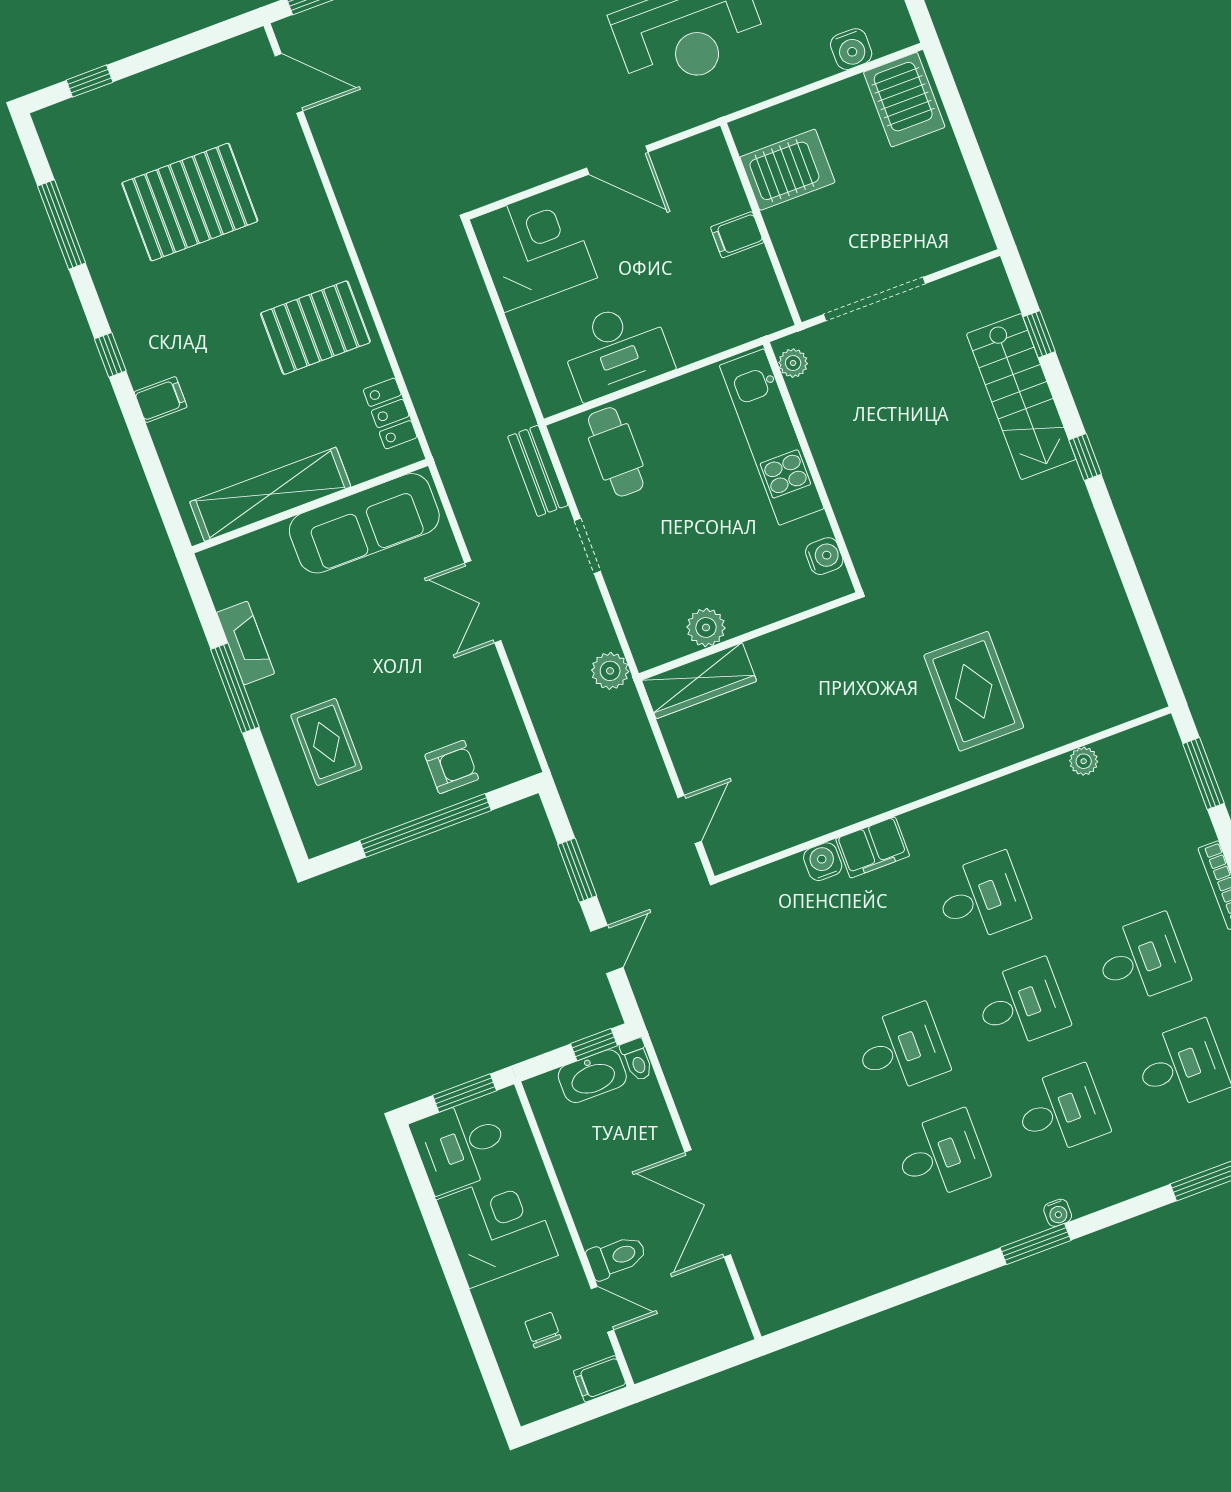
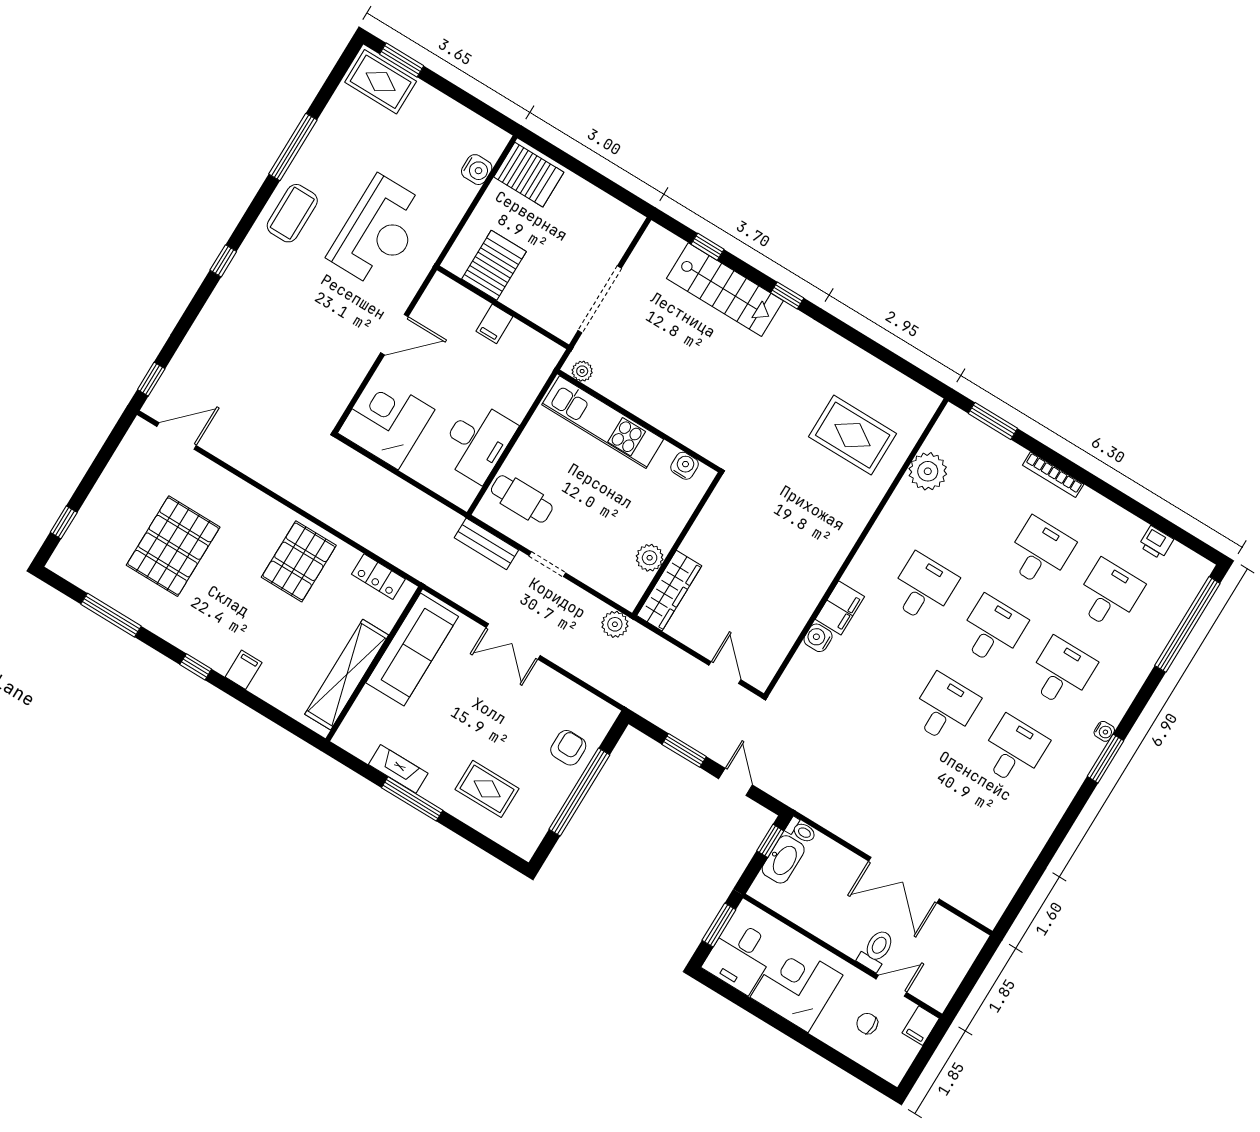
rug: (974, 691) -> (853, 435), moved
plant: (1084, 761) -> (928, 471), width x1.88, depth x1.88

